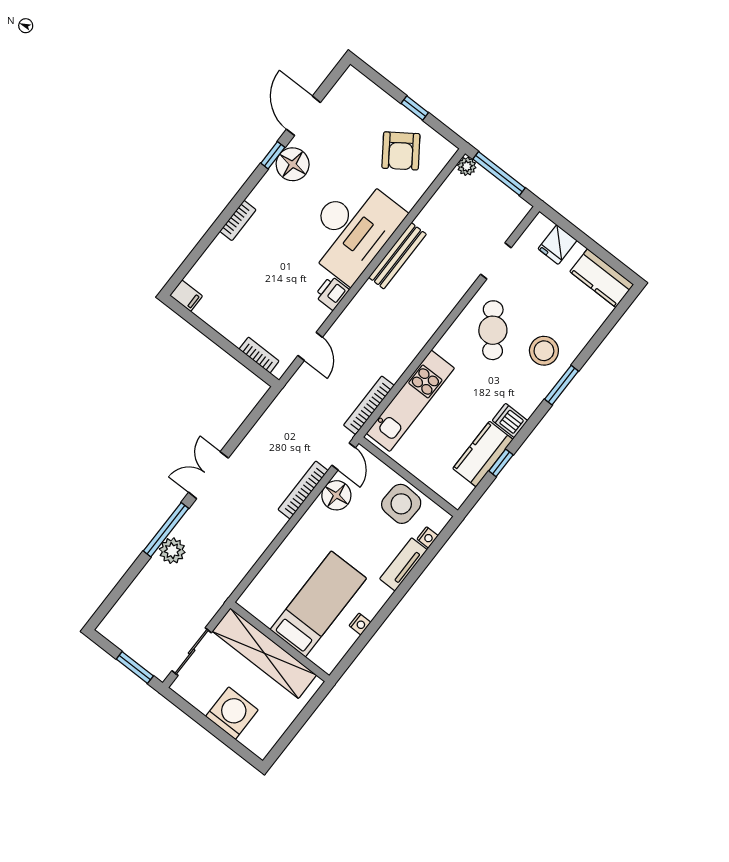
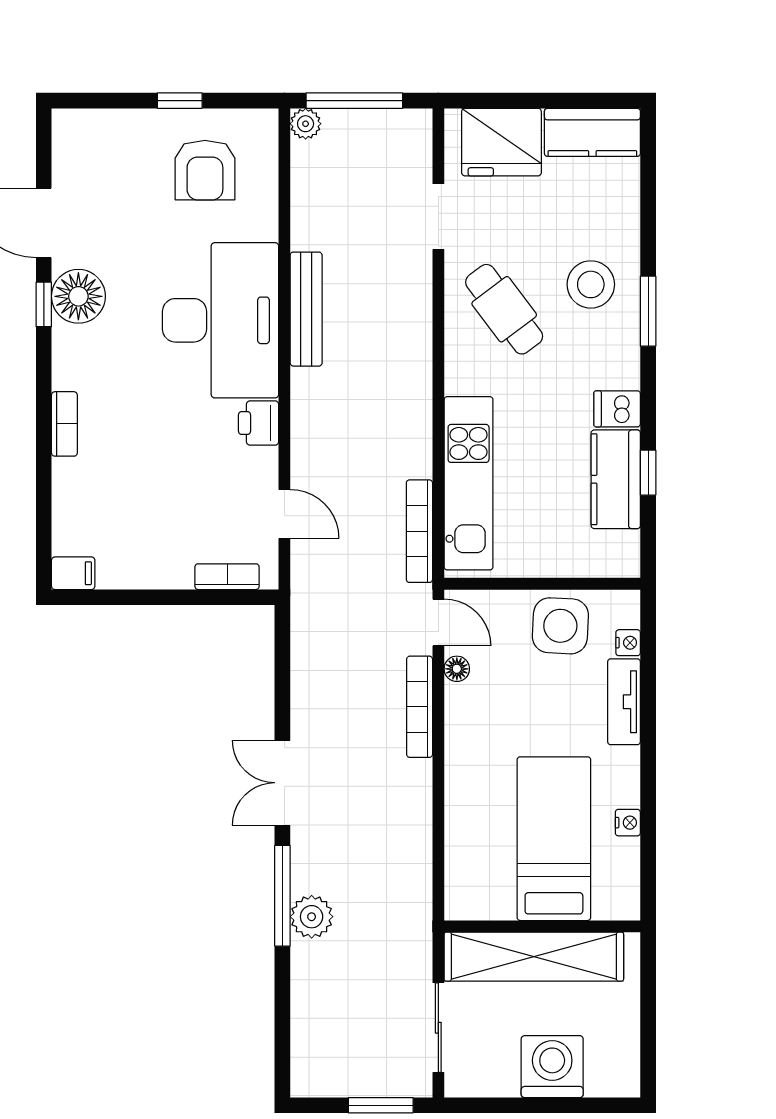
armchair: (401, 151) -> (205, 170), turned 35
fridge: (557, 245) -> (501, 142), width x1.88, depth x1.34
floor lamp: (336, 495) -> (457, 669), width x0.53, depth x0.53

